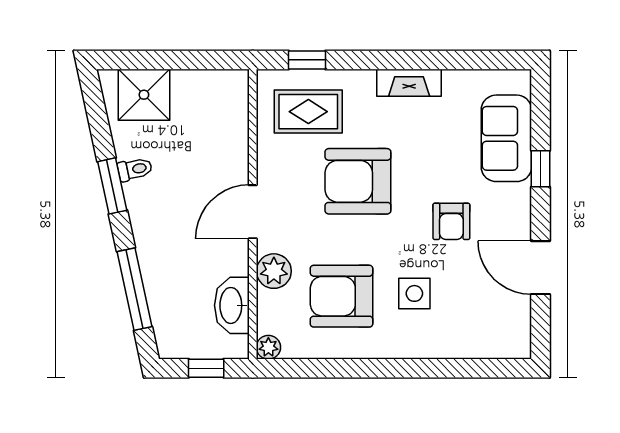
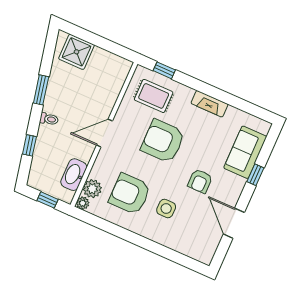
toilet: (135, 169) -> (49, 119), moved
plant: (274, 271) -> (92, 189), moved
window: (134, 289) -> (29, 145), width x0.46

